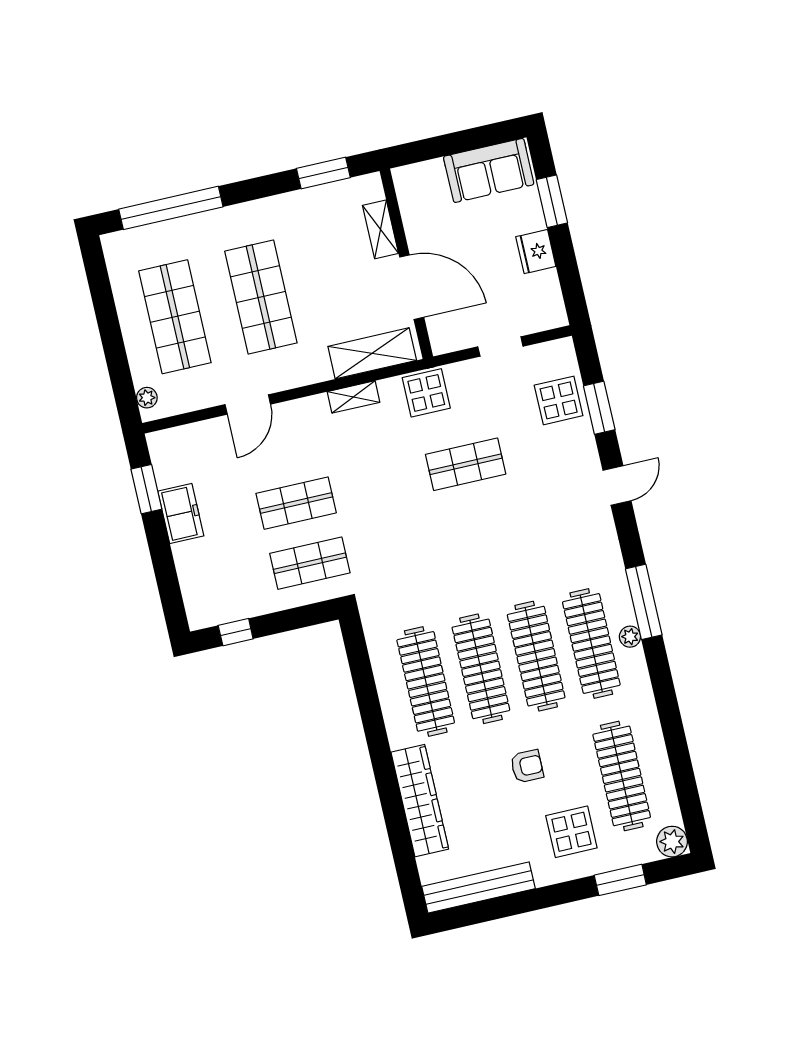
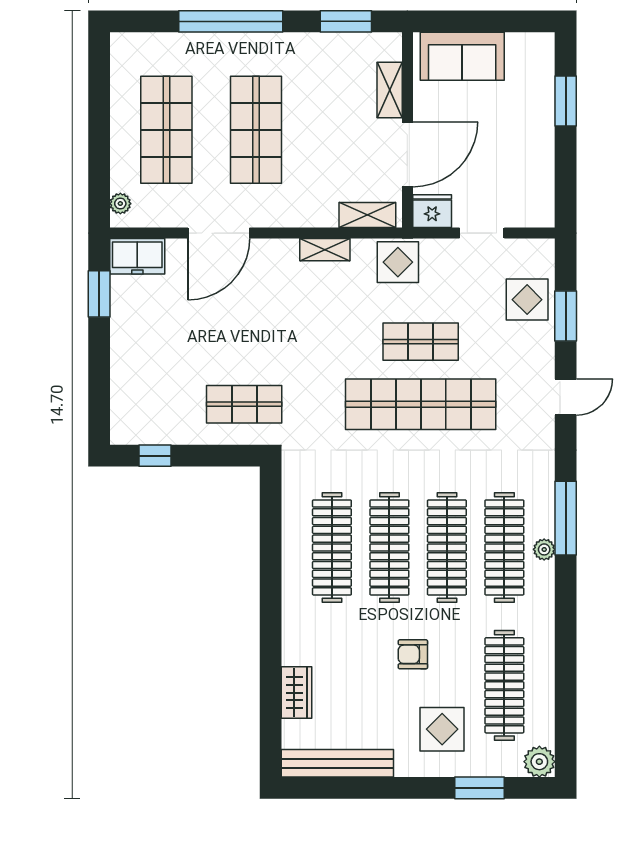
sofa: (489, 170) -> (462, 56), moved
window: (171, 208) -> (231, 21), moved
fridge: (536, 252) -> (432, 211), moved, turned 90
door: (412, 287) -> (407, 154), hinge flipped
shelving: (372, 353) -> (367, 215), width x0.67, depth x0.75
door: (248, 404) -> (219, 233), width x1.36
shop shelf: (296, 503) -> (421, 404), moved, width x2.00, depth x1.36
freezer: (181, 514) -> (137, 256), moved, turned 90
armchair: (527, 766) -> (413, 654), turned 180
wardrobe: (420, 801) -> (296, 693), width x0.48, depth x0.85

